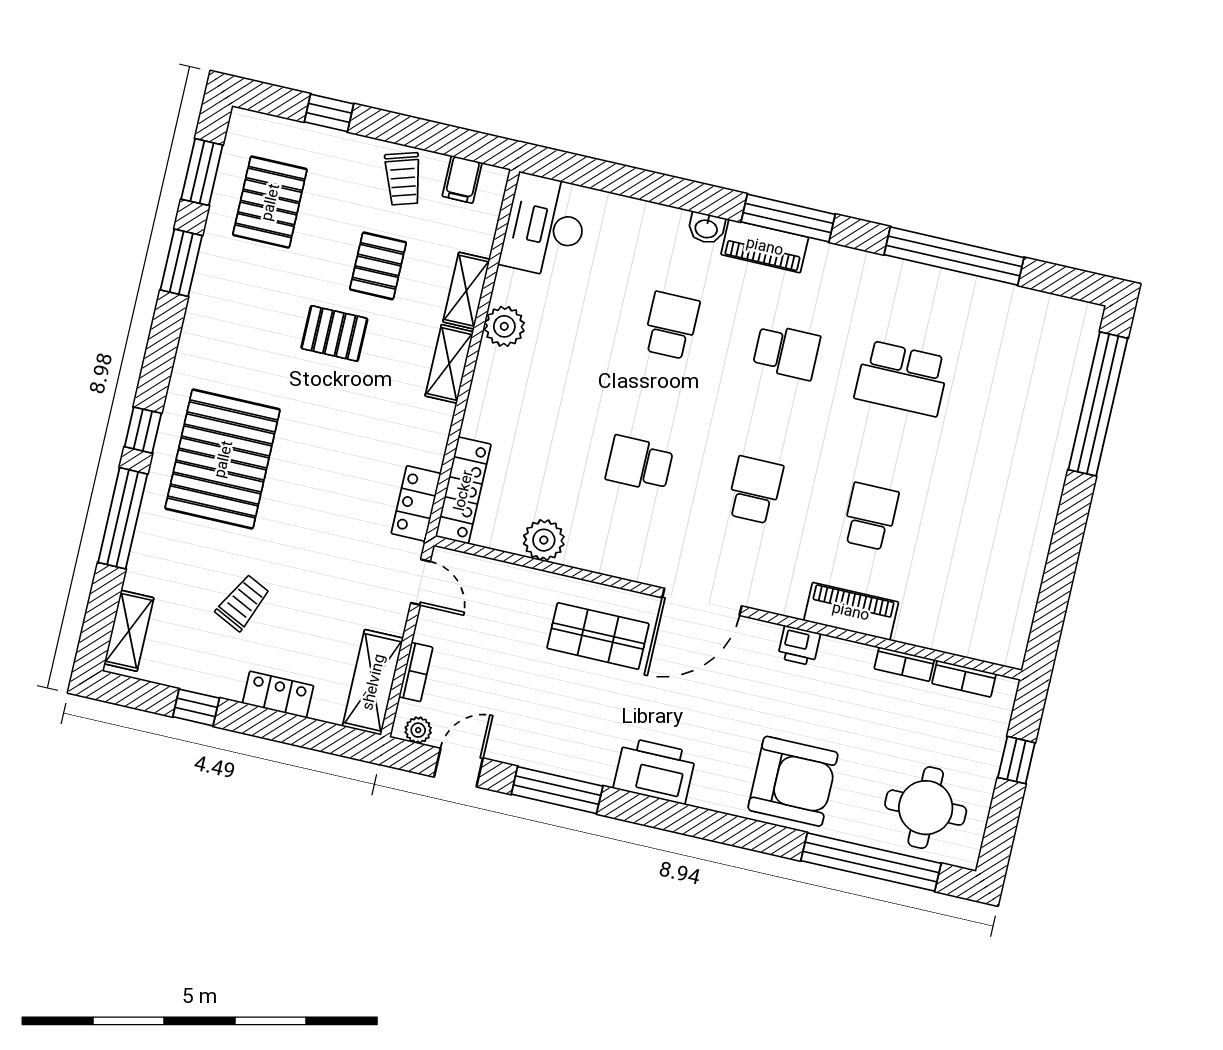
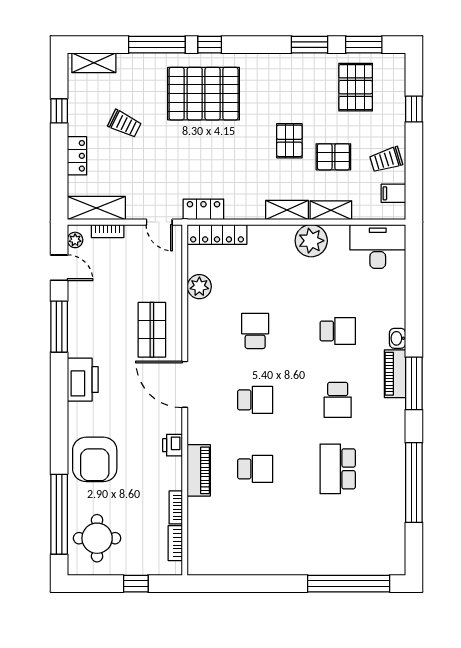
pallet: (270, 202) -> (356, 87), turned 90
plant: (504, 326) -> (311, 241), width x1.36, depth x1.36
door: (421, 582) -> (159, 222), hinge flipped

